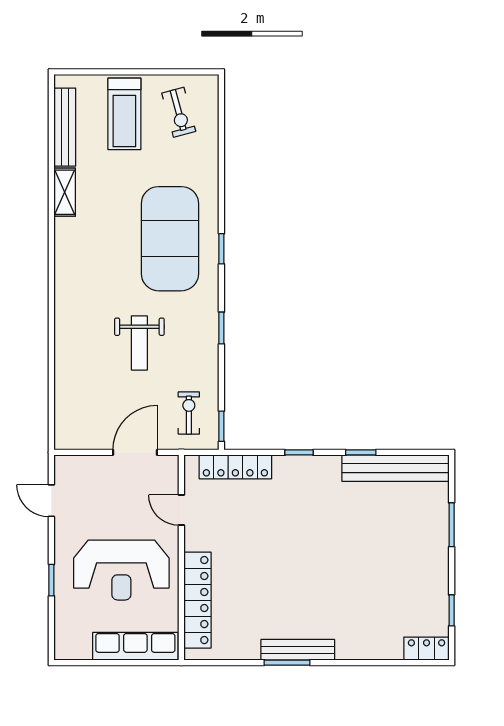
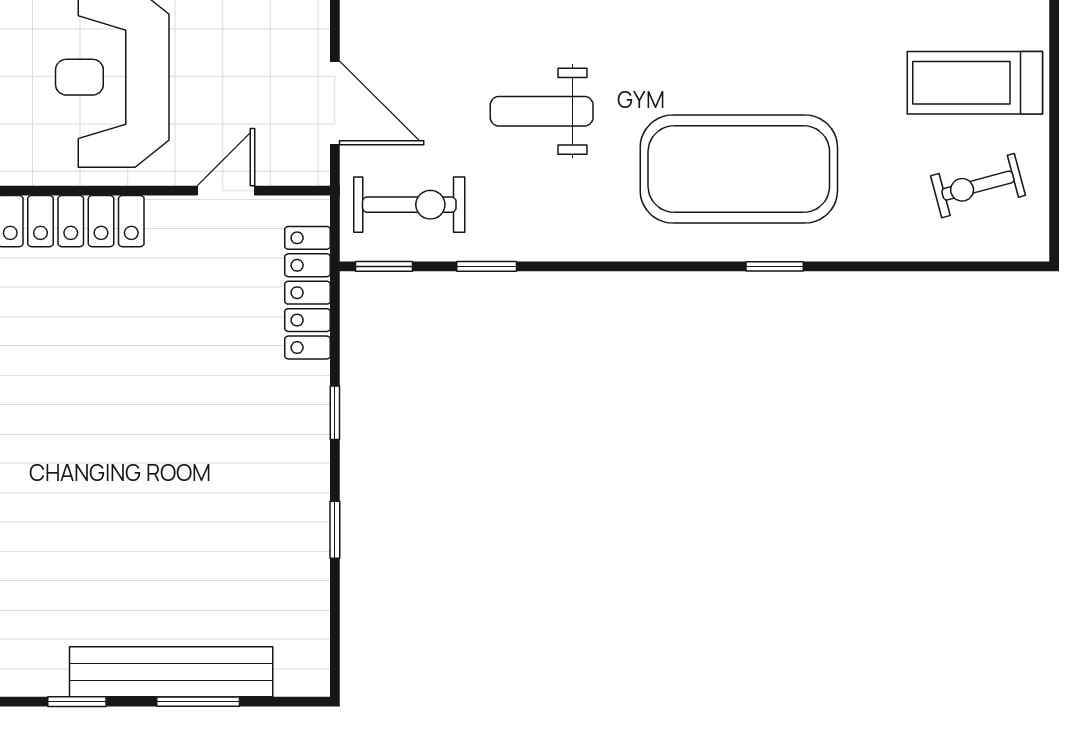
window: (221, 249) -> (775, 266), moved
window: (221, 328) -> (487, 266), moved
exercise bike: (189, 413) -> (409, 205), width x1.38, depth x1.39
bench: (396, 468) -> (171, 672), moved, turned 90
window: (452, 610) -> (77, 702), moved

